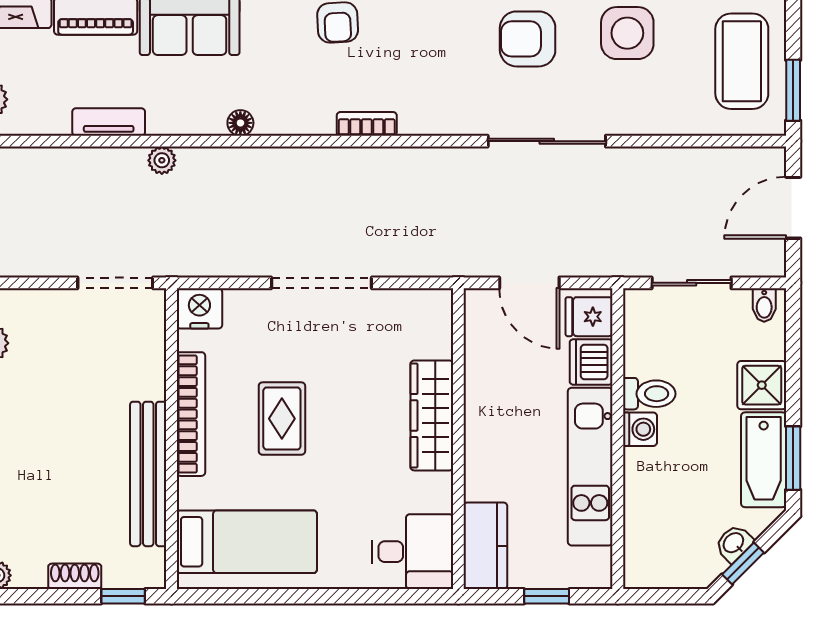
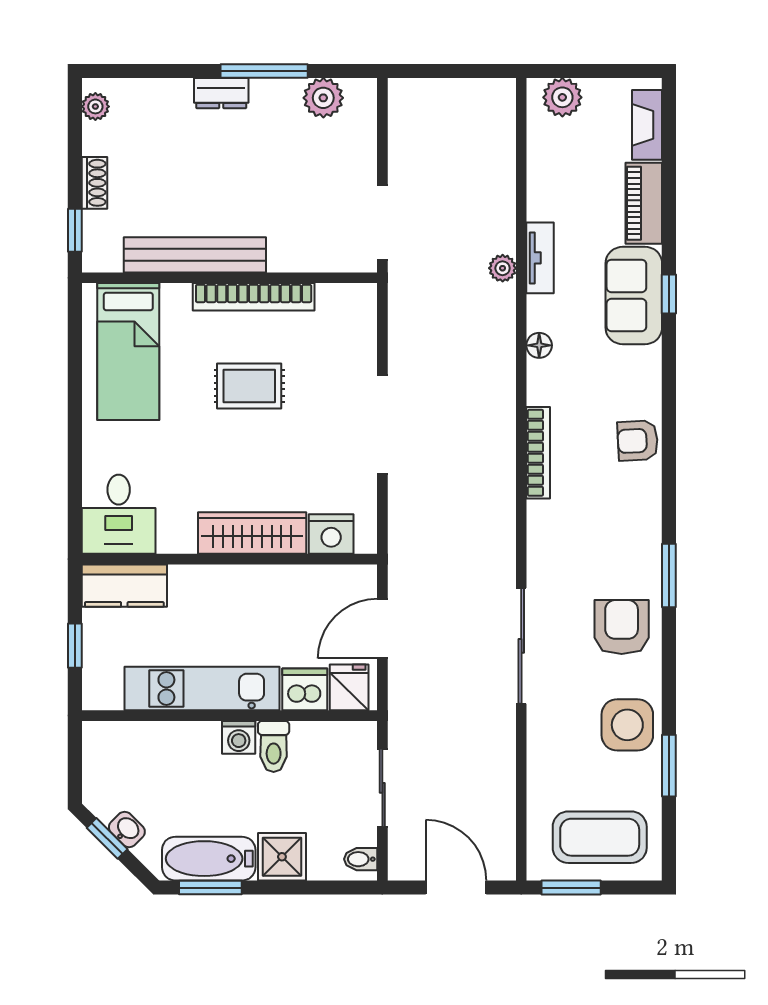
tv unit: (109, 122) -> (540, 258), moved
bookcase: (367, 124) -> (538, 453), width x1.56
nightstand: (199, 308) -> (331, 534), moved, turned 90

